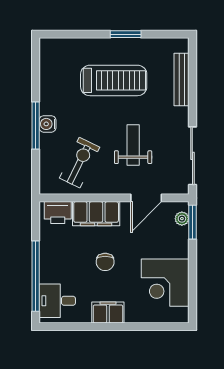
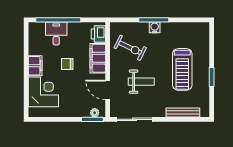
corner desk: (165, 283) -> (43, 92), moved, turned 90
desk: (57, 301) -> (56, 34), moved

